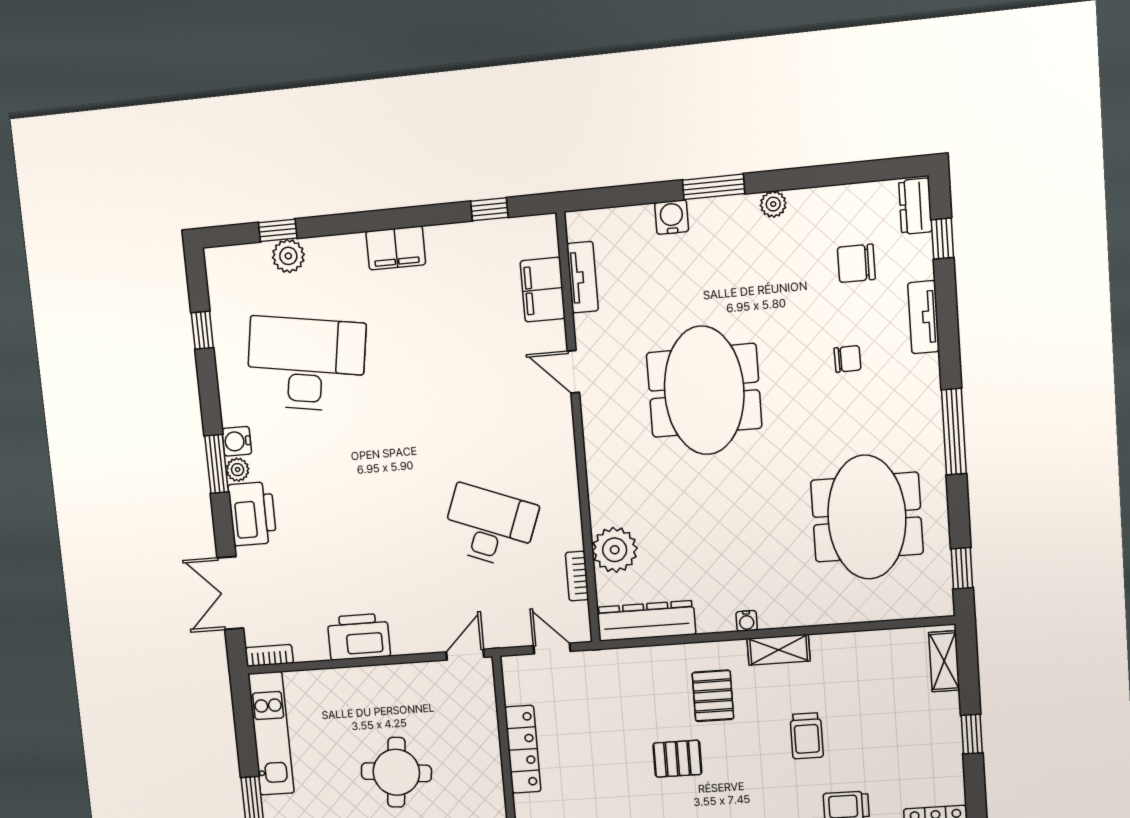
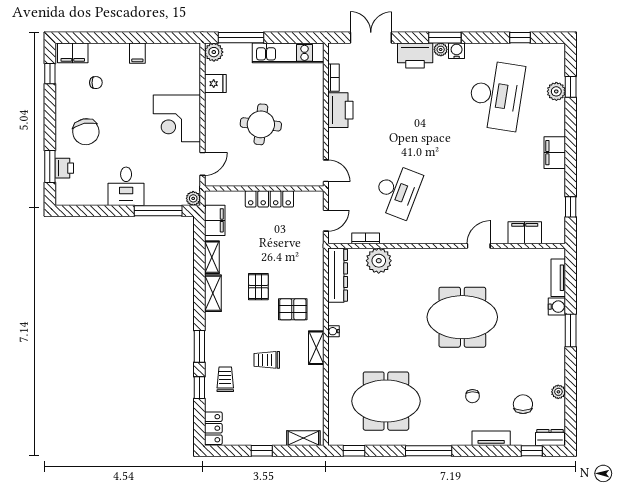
plant: (773, 204) -> (558, 392), moved
tv unit: (582, 277) -> (558, 278), moved, turned 90
bookcase: (269, 655) -> (333, 78), moved

